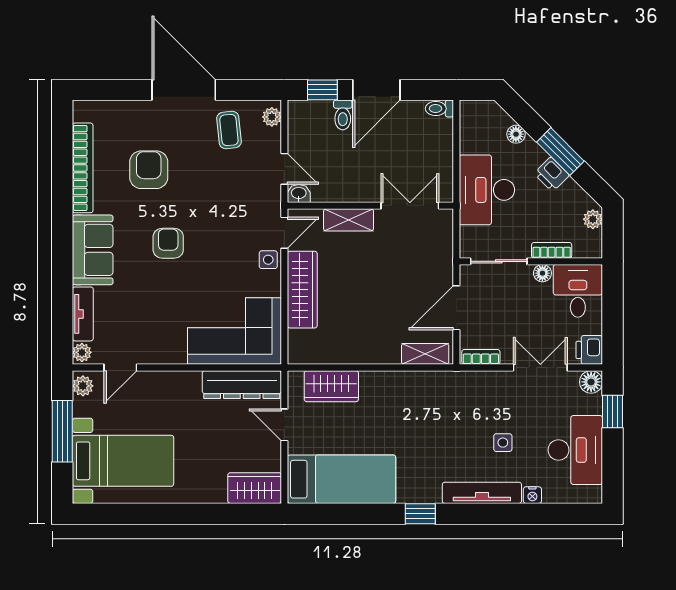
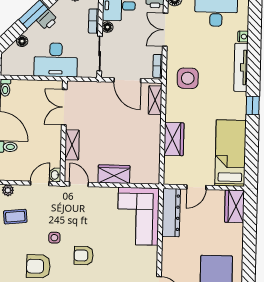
side table: (268, 260) -> (54, 238), moved
wardrobe: (302, 290) -> (114, 174), width x0.67
wardrobe: (331, 386) -> (174, 139), moved
side table: (503, 443) -> (188, 78), moved, width x1.87, depth x1.87

